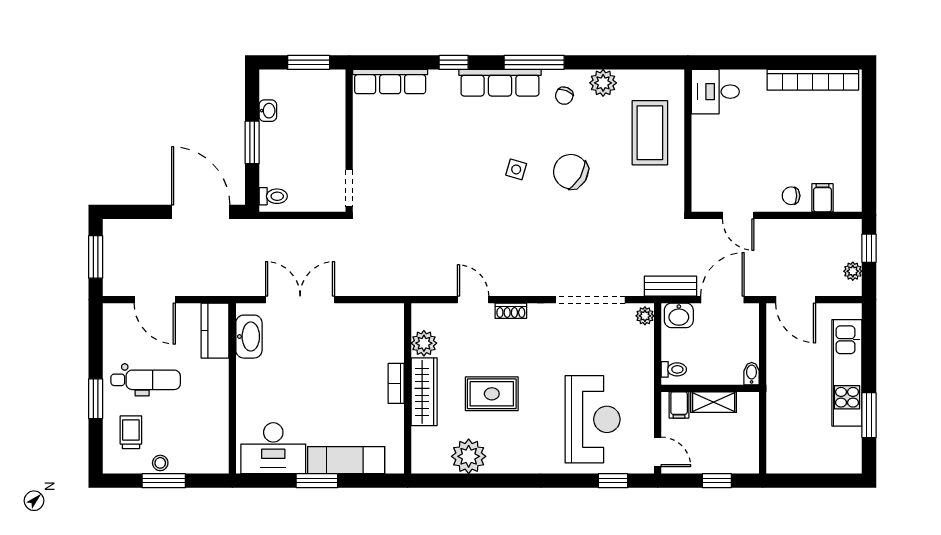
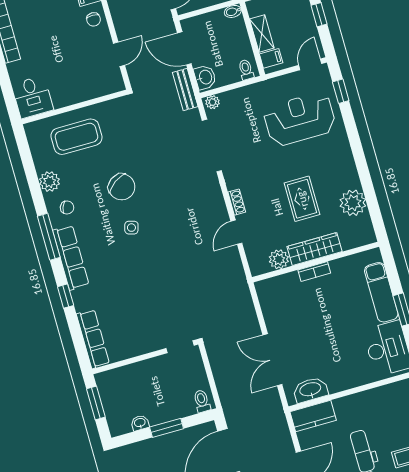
chair: (571, 172) -> (122, 187), turned -65

